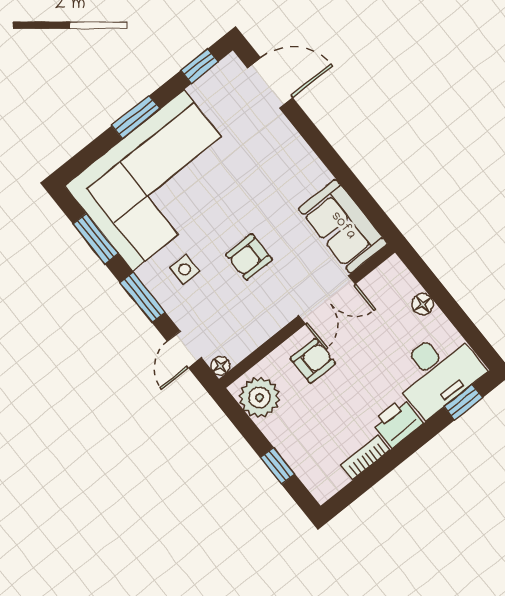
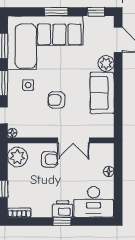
plant: (281, 136) -> (106, 64), added
sofa: (343, 226) -> (102, 93), moved
window: (463, 402) -> (62, 222), moved
bookcase: (365, 457) -> (19, 213), moved

